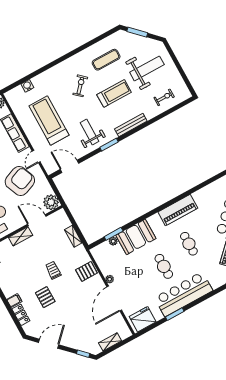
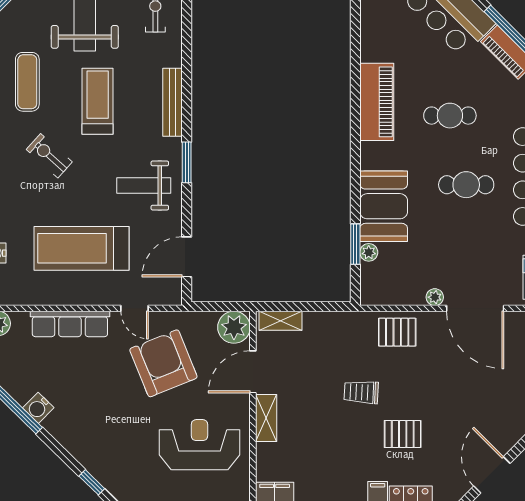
shelving: (73, 236) -> (280, 321), moved
pallet: (86, 271) -> (397, 332), turned 90

